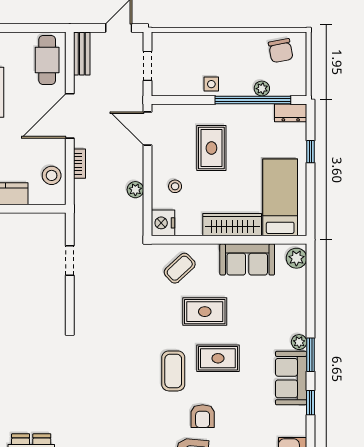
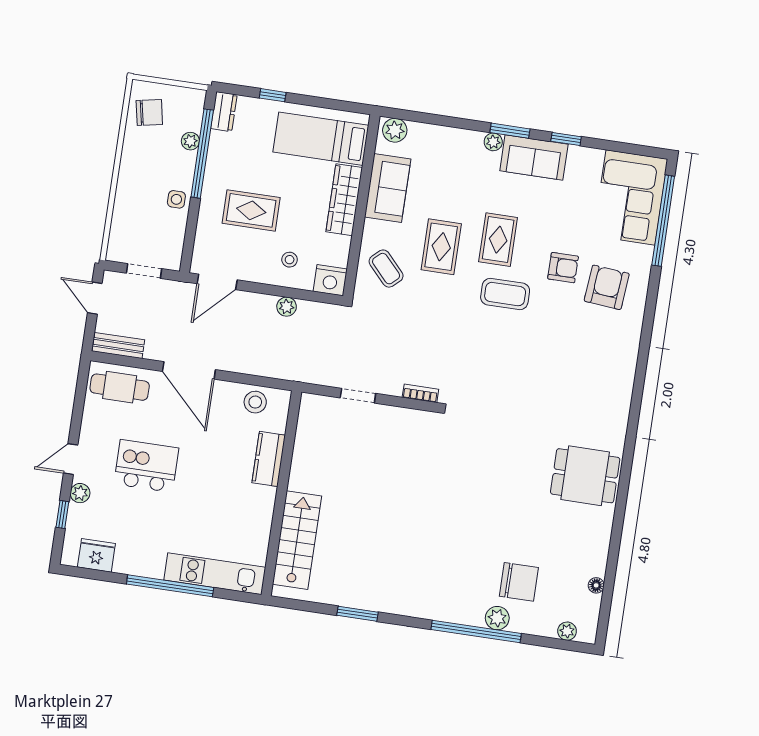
bookcase: (80, 164) -> (420, 393), moved

